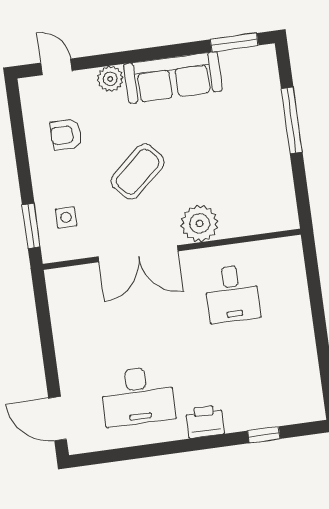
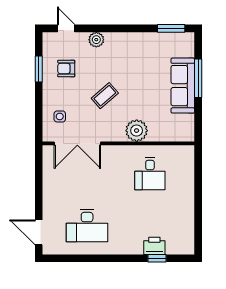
sofa: (173, 77) -> (183, 86), moved, turned 90
coffee table: (138, 172) -> (105, 96), width x0.73, depth x0.77
window: (31, 226) -> (39, 69), moved
double door: (138, 254) -> (77, 143), moved
printer: (205, 421) -> (154, 246), moved

